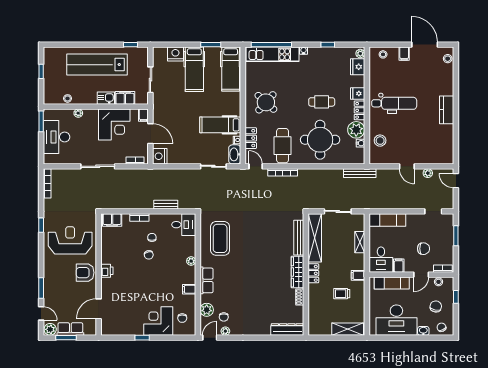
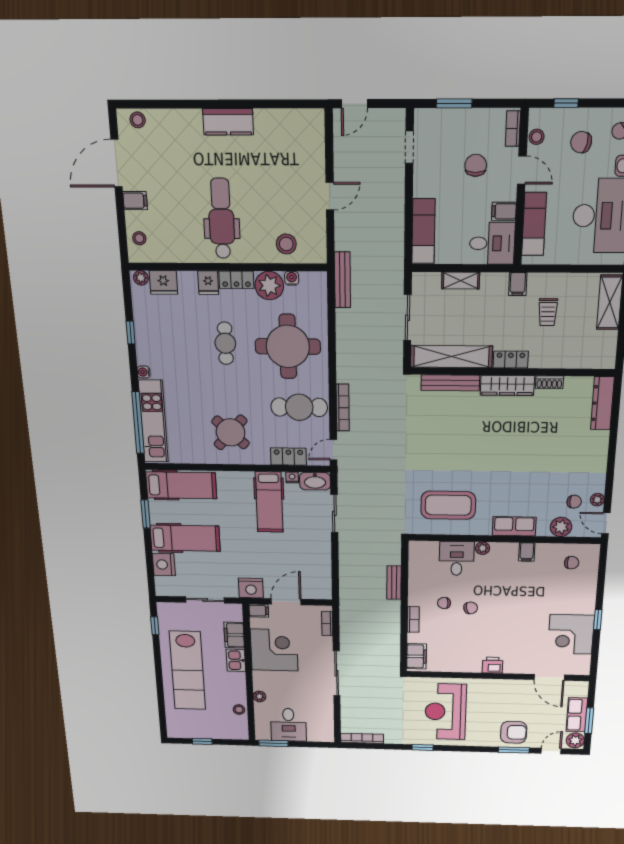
desk: (56, 137) -> (289, 725), width x0.73
nightstand: (160, 156) -> (251, 588), moved
plant: (428, 173) -> (341, 157), removed
desk: (184, 225) -> (457, 558), moved
armchair: (85, 273) -> (514, 732), moved, turned -90
corner desk: (158, 321) -> (571, 634), moved

